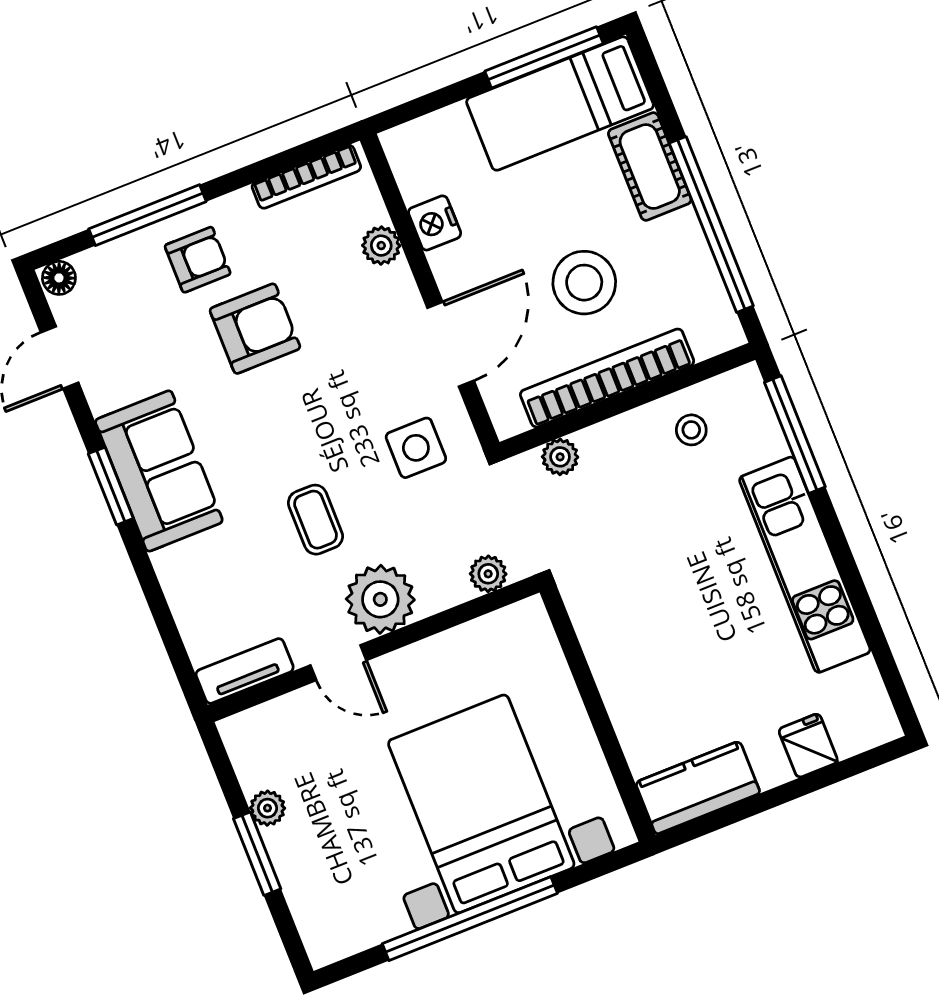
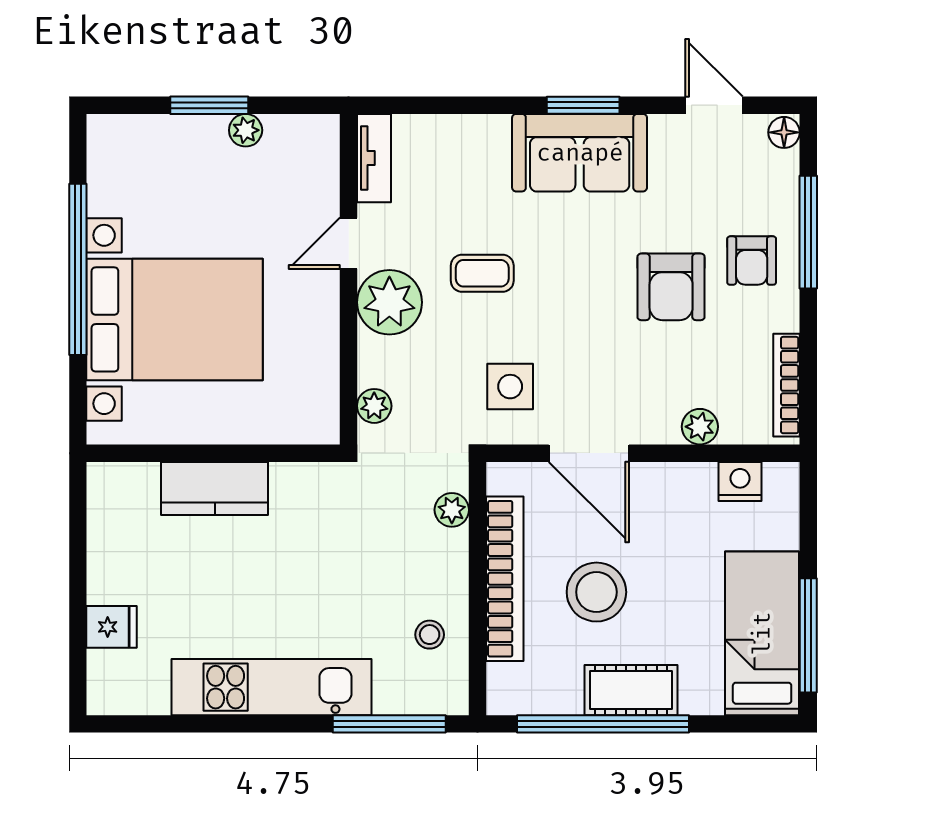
cot: (650, 167) -> (631, 690), moved
nightstand: (435, 223) -> (740, 481), moved
kitchen counter: (698, 788) -> (215, 488), moved, turned 90

